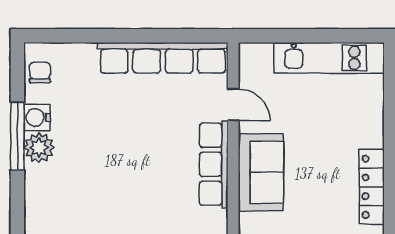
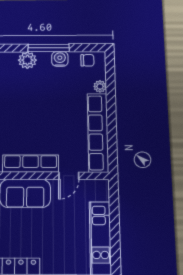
plant: (85, 53) -> (100, 86), added
plant: (39, 148) -> (27, 60), moved

